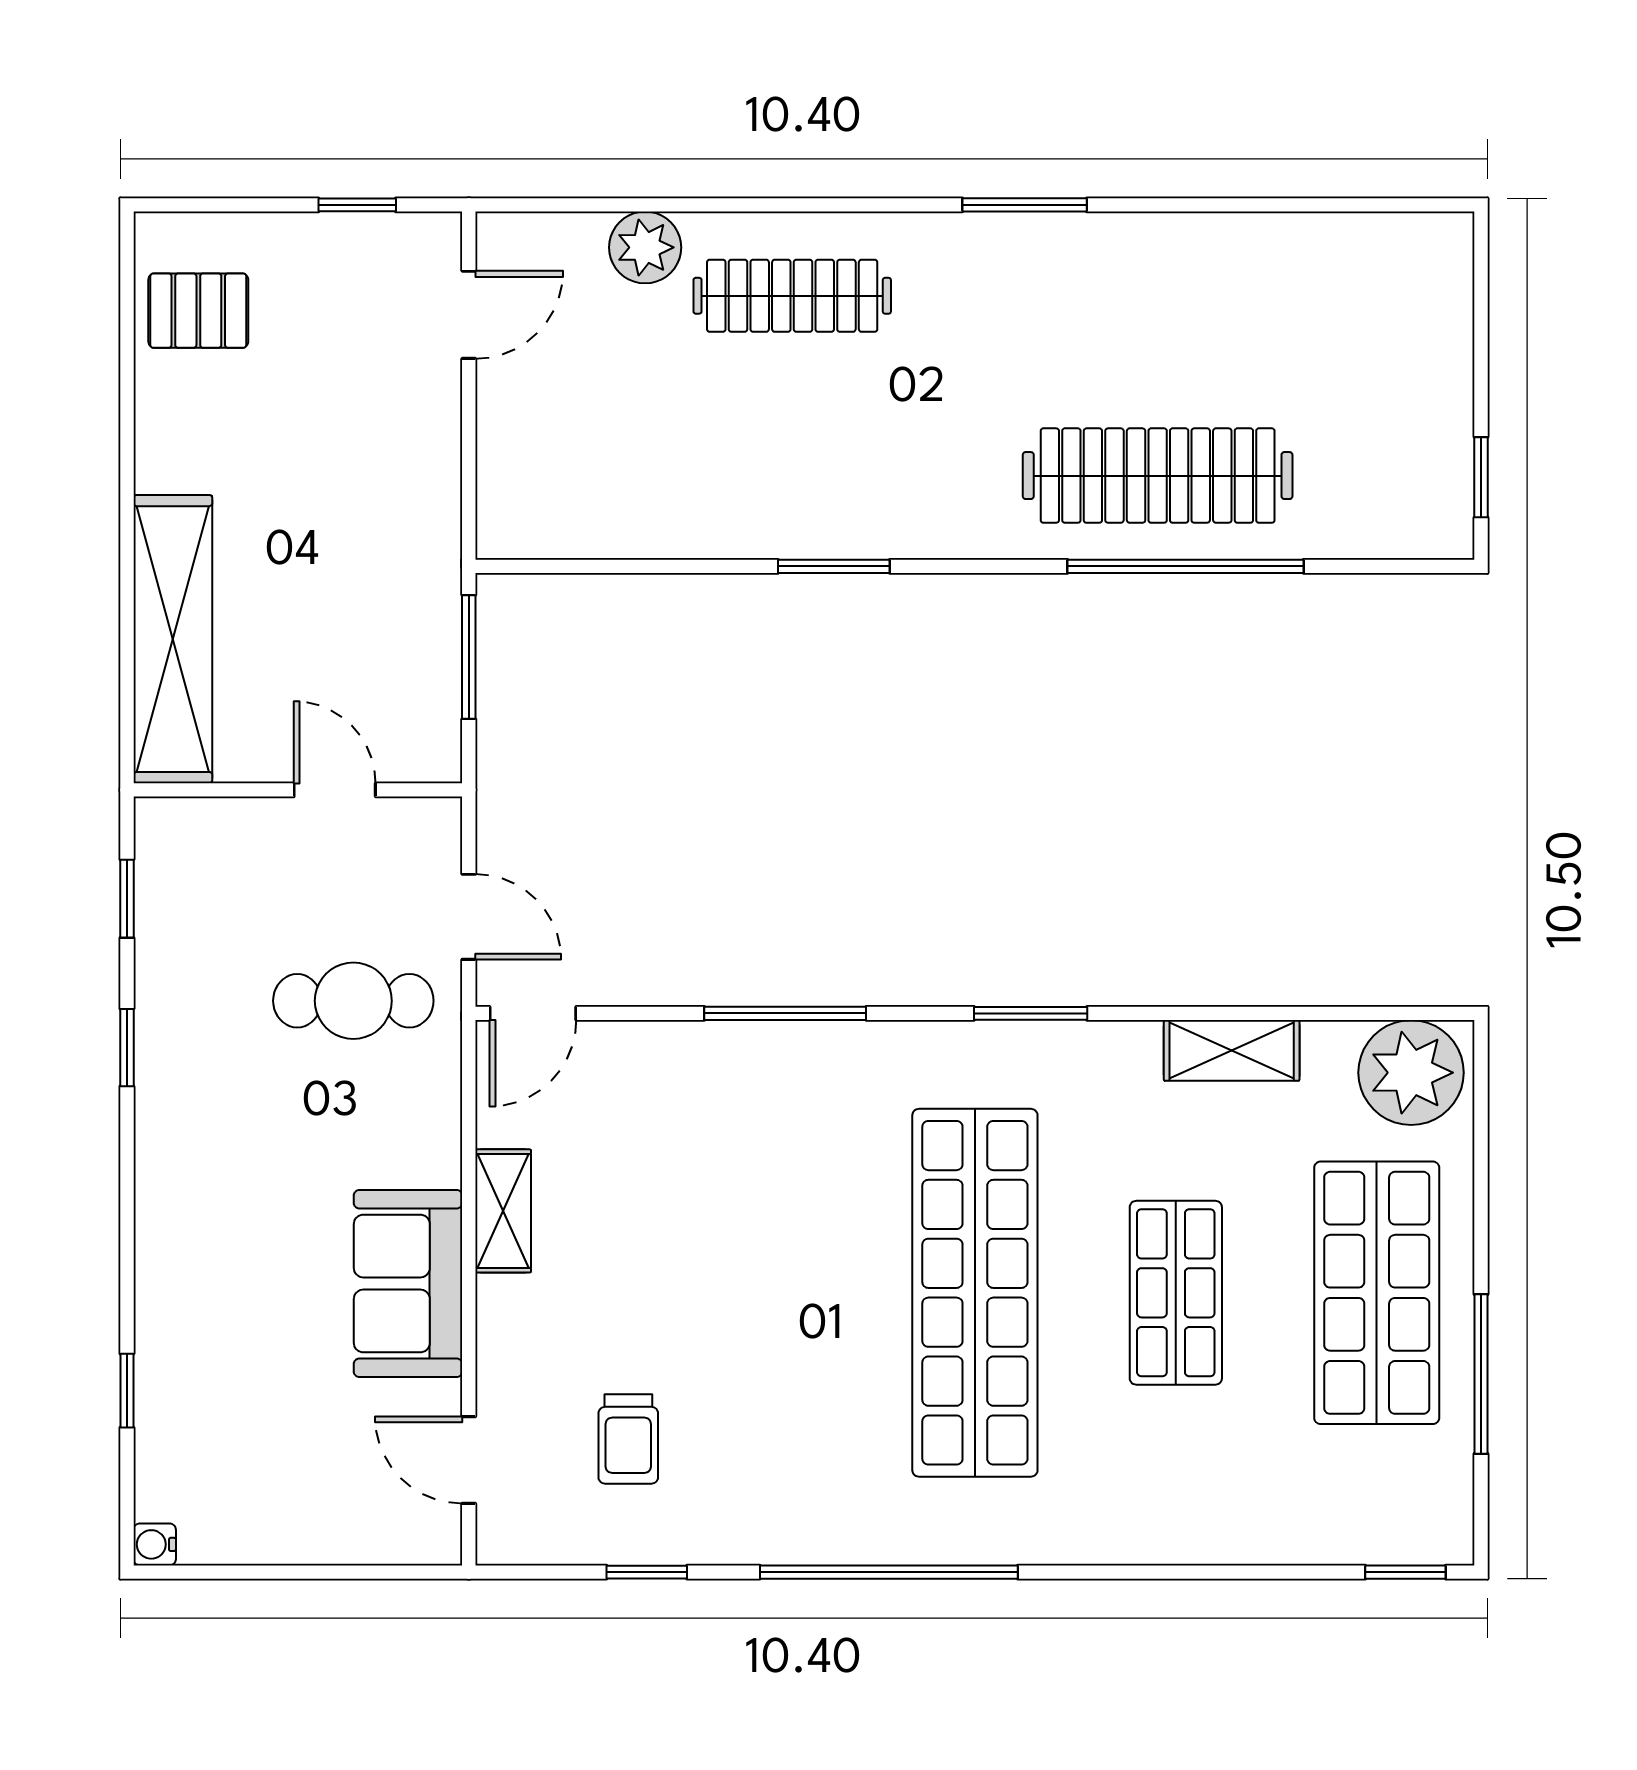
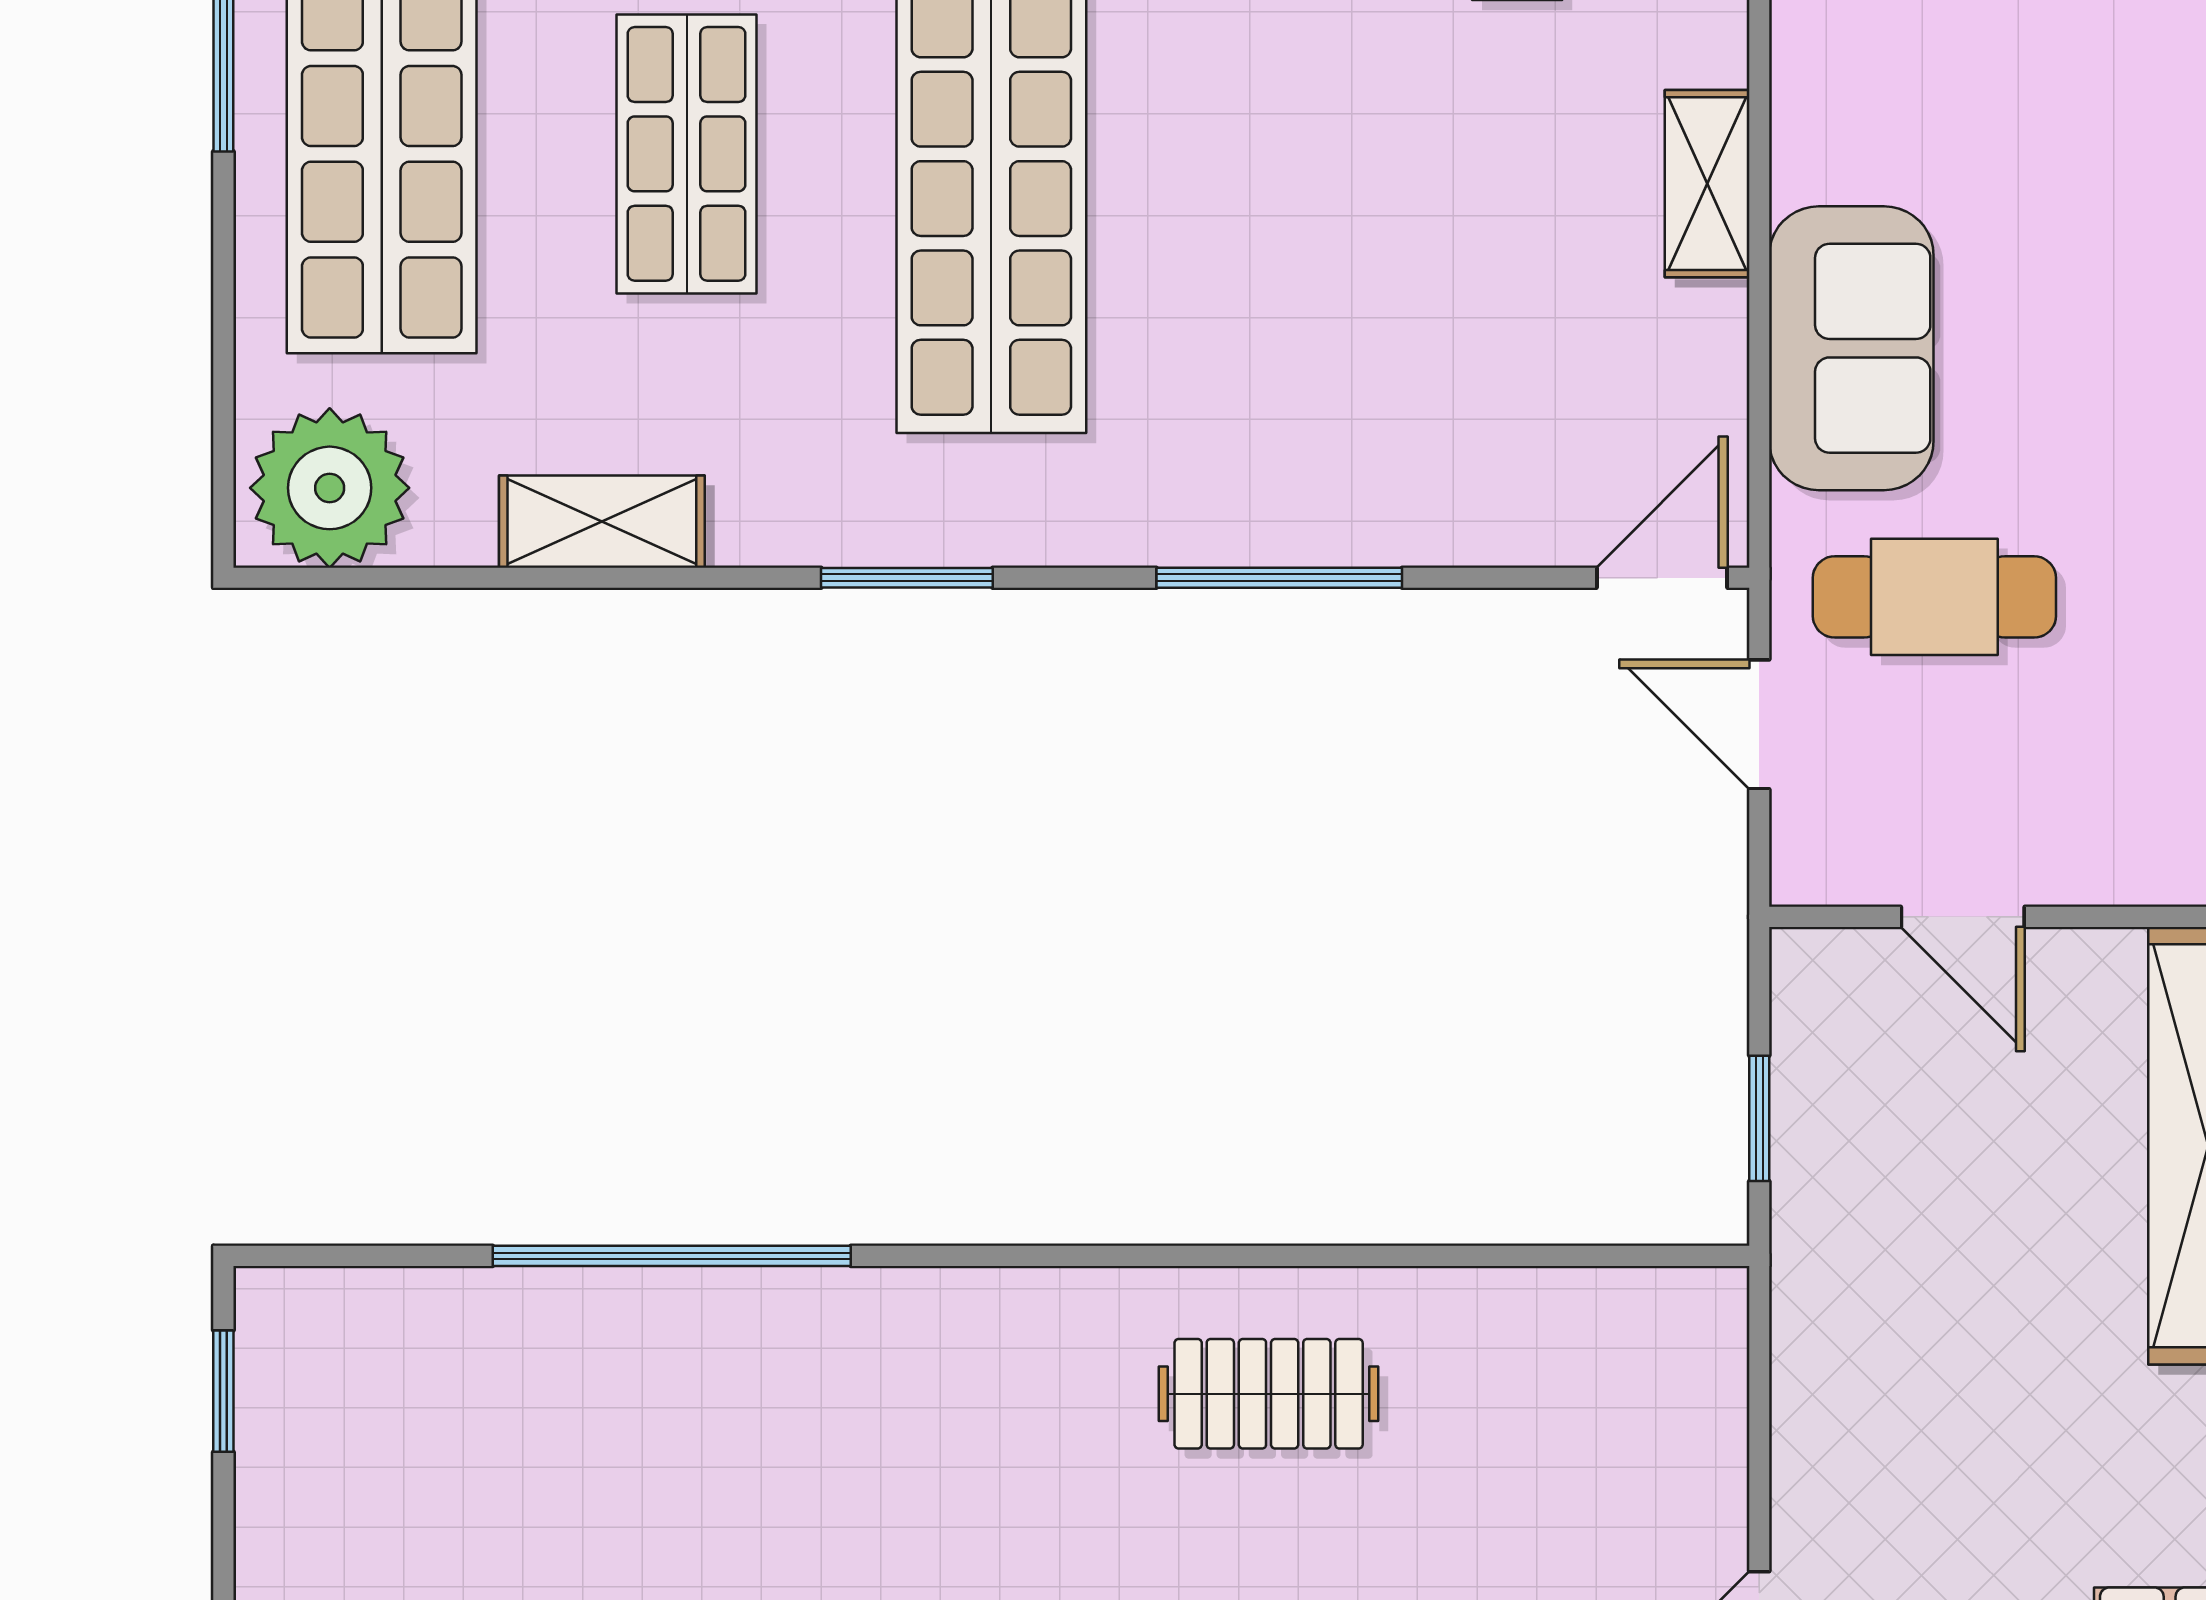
clothes rail: (1158, 476) -> (1269, 1394), moved, width x0.54, depth x0.76
window: (834, 566) -> (1205, 1256), removed
window: (469, 657) -> (1759, 1118), width x0.67
shelving: (503, 1211) -> (1707, 184), moved
sofa: (408, 1284) -> (1851, 348), moved

